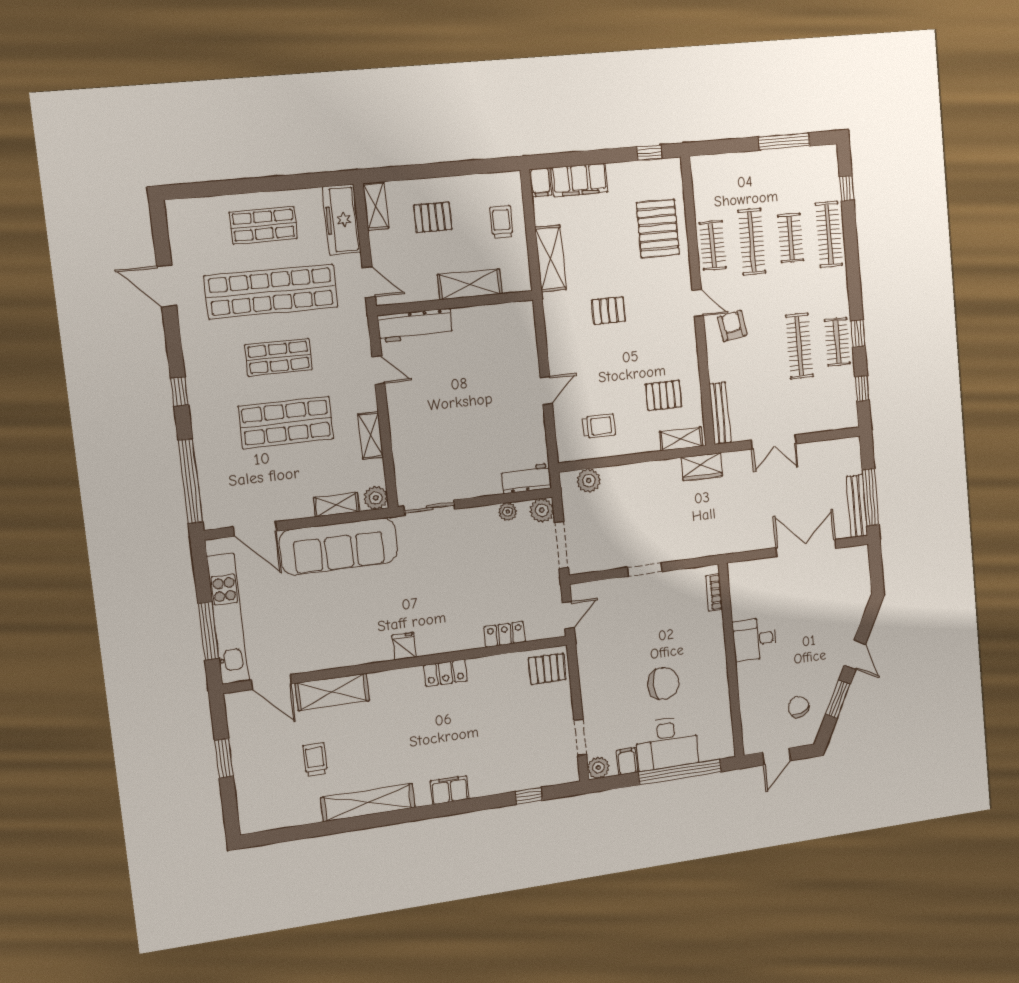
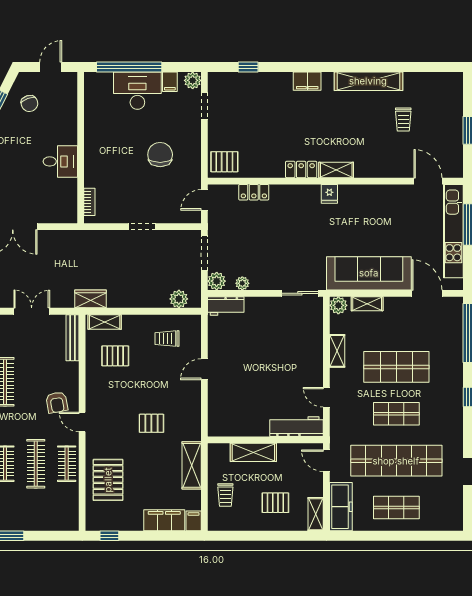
chair: (663, 683) -> (160, 155), moved, turned 90
shelving: (332, 692) -> (336, 170), moved, width x0.67, depth x0.75

